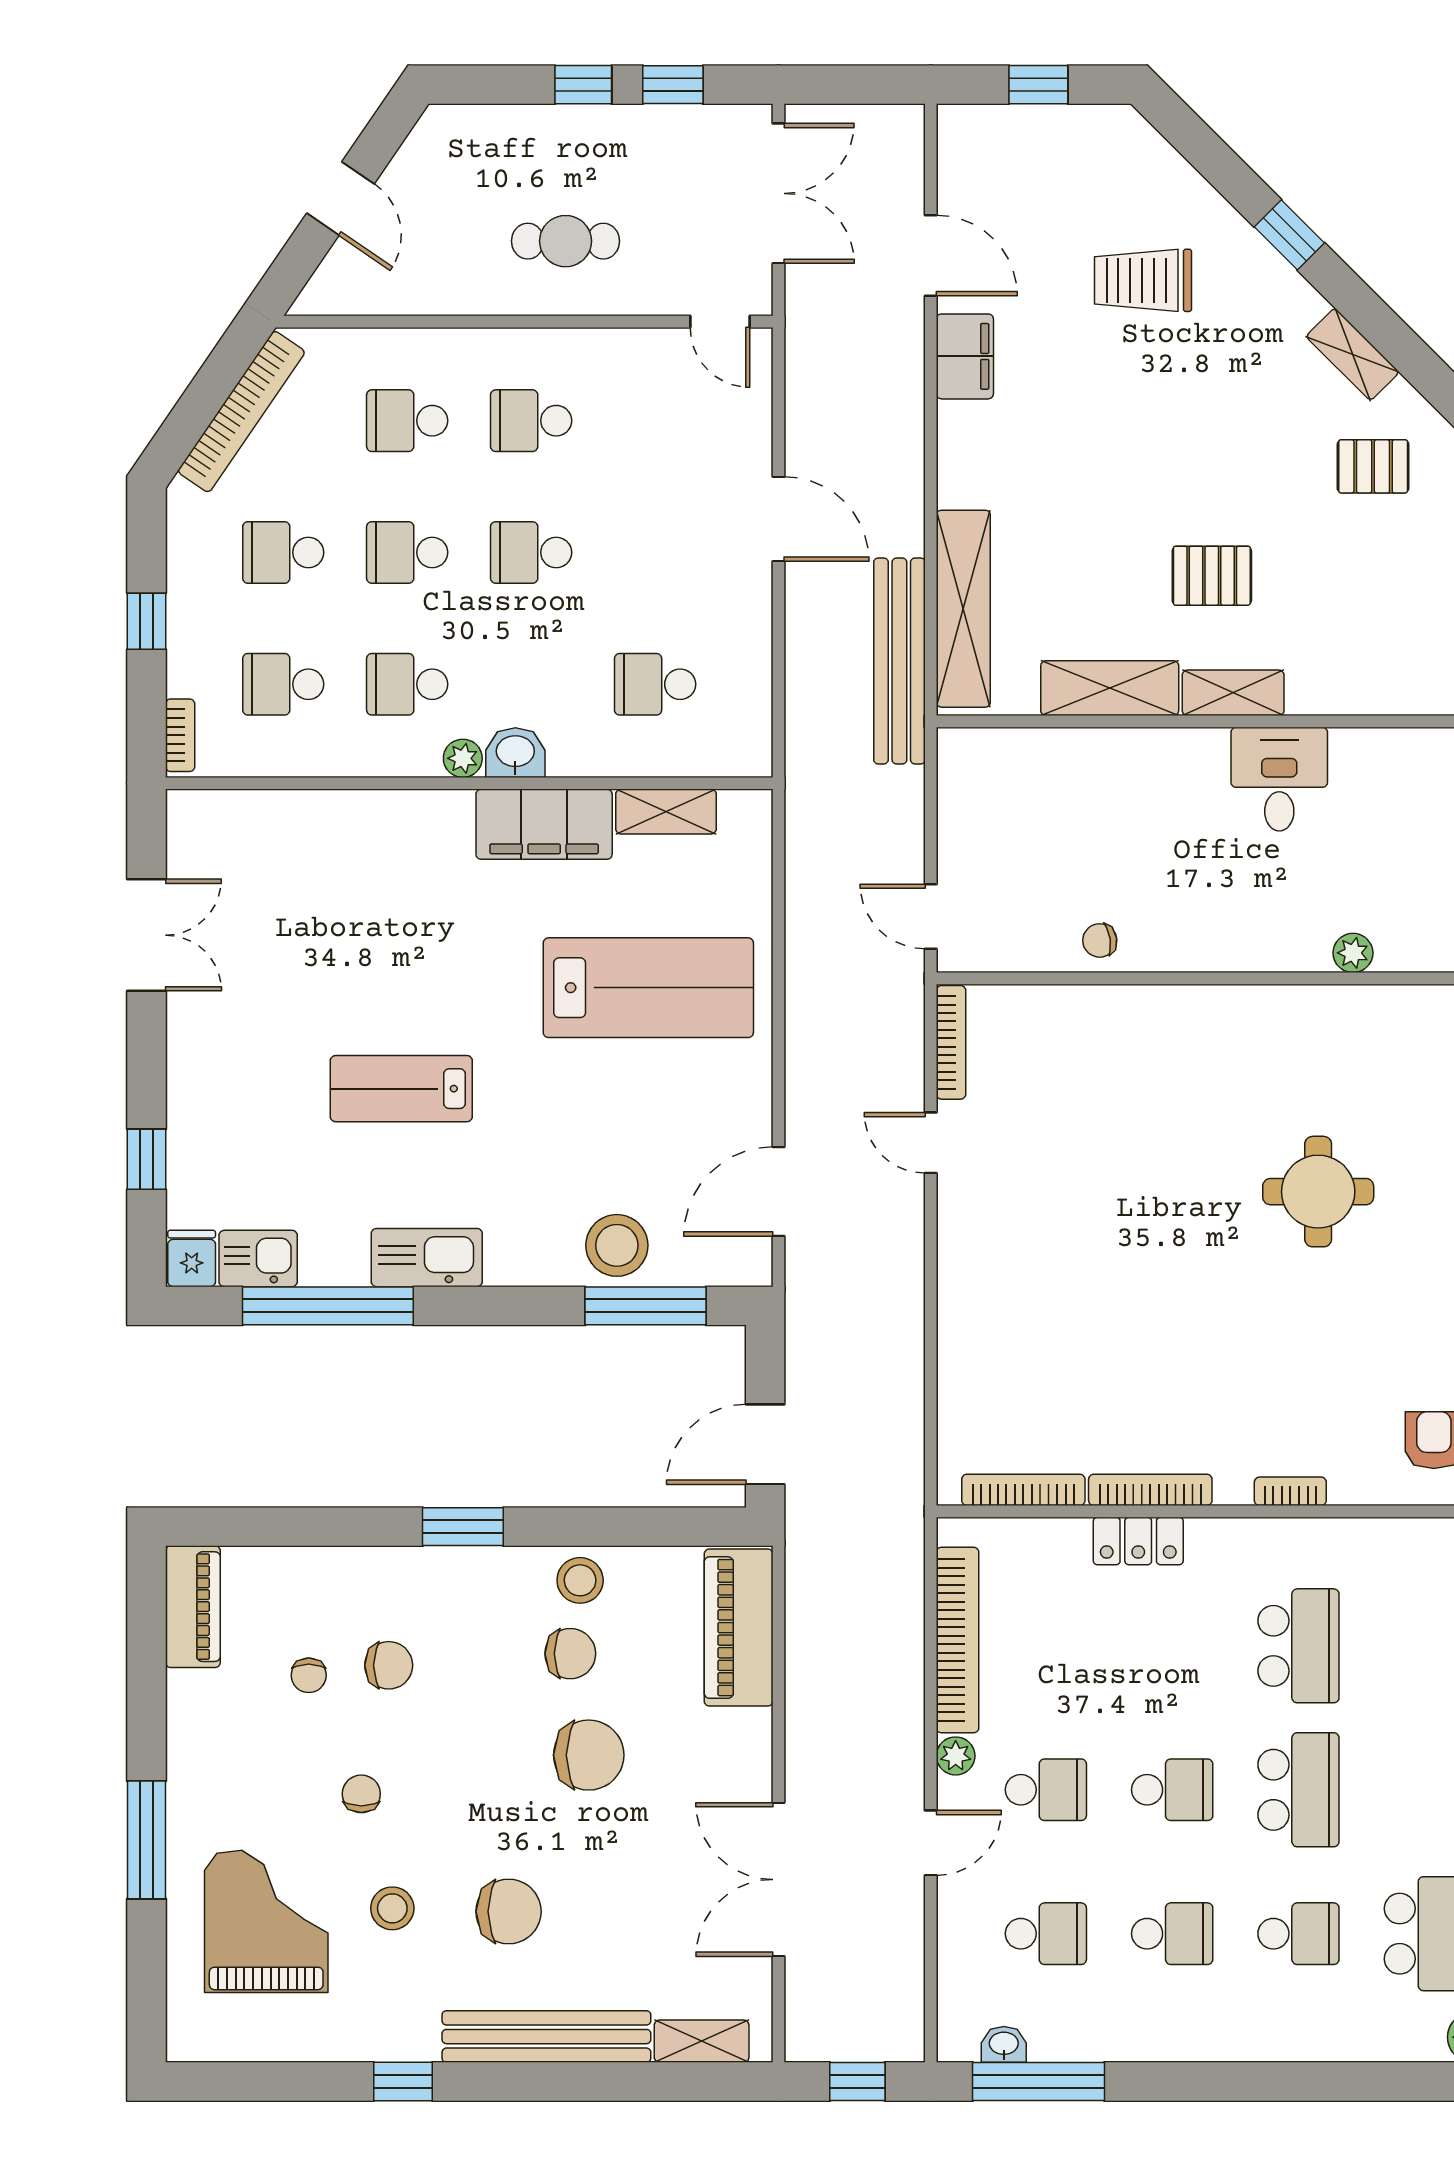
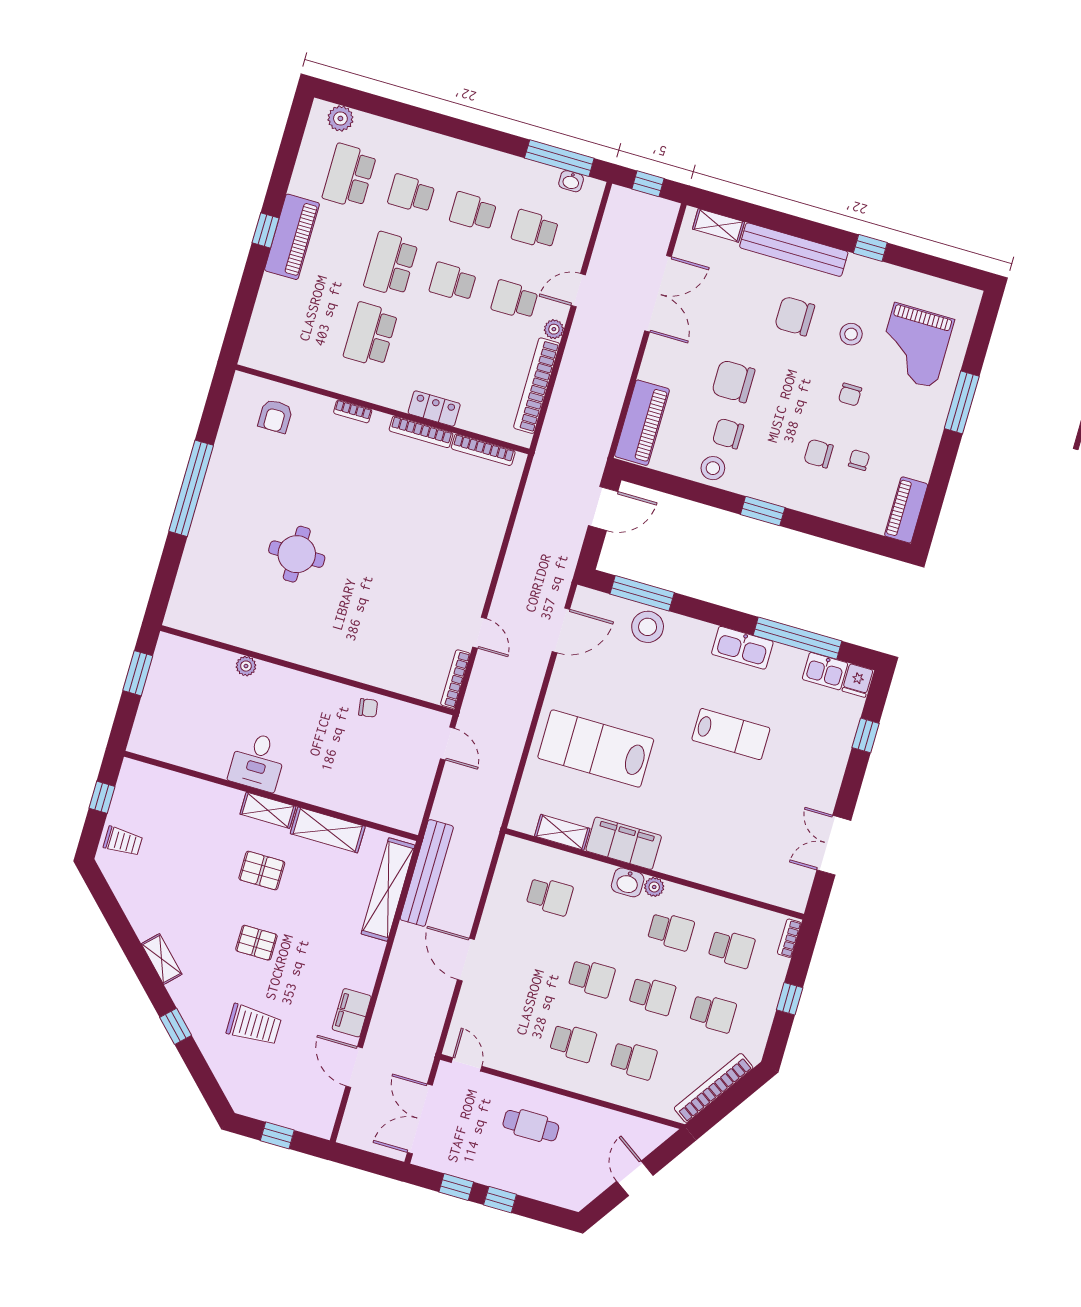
pallet: (1373, 466) -> (256, 943), moved

